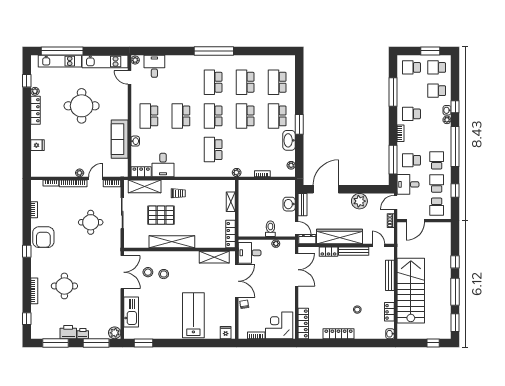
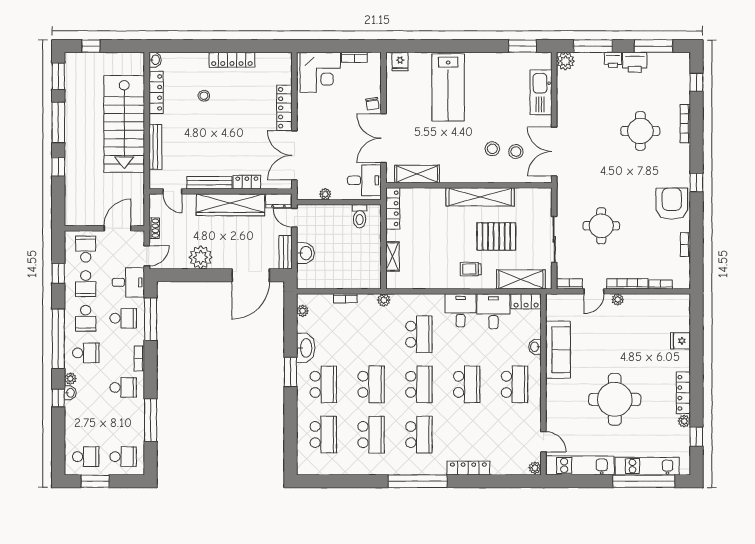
locker: (180, 60) -> (468, 468), added
desk: (154, 66) -> (460, 310), moved, turned 180
school desk: (437, 91) -> (86, 353), moved
toilet: (270, 229) -> (360, 216), moved
locker: (389, 312) -> (156, 92), width x1.53
locker: (303, 323) -> (284, 108), moved

